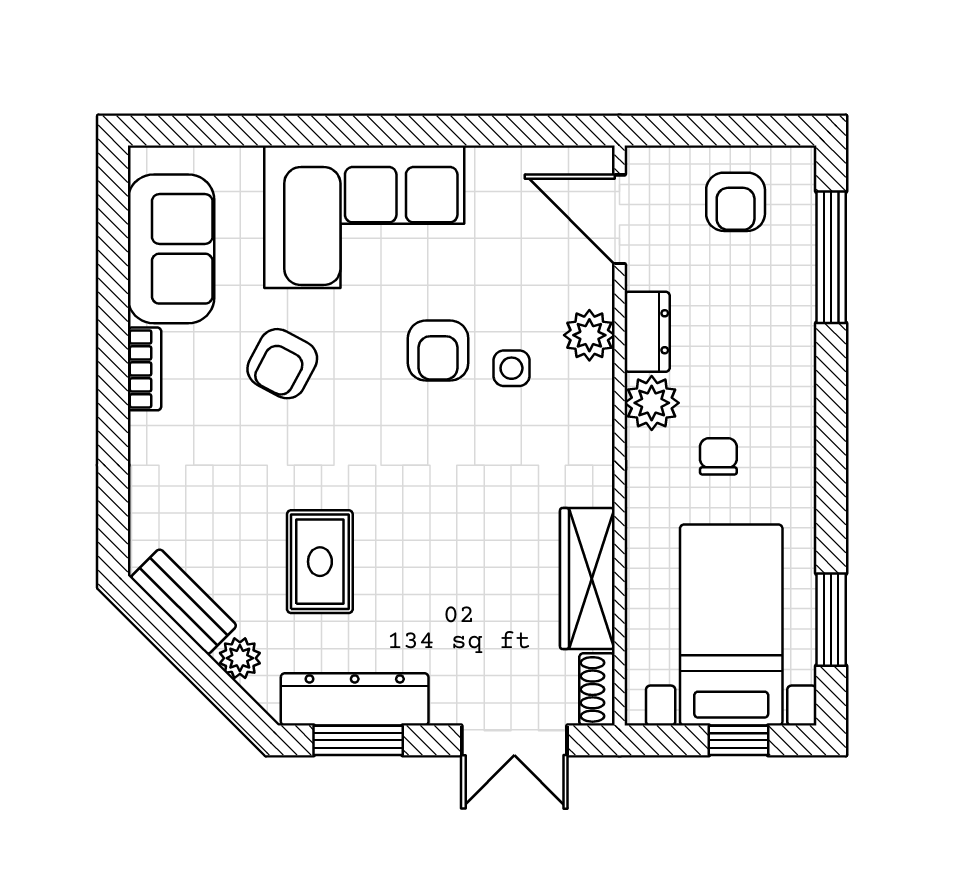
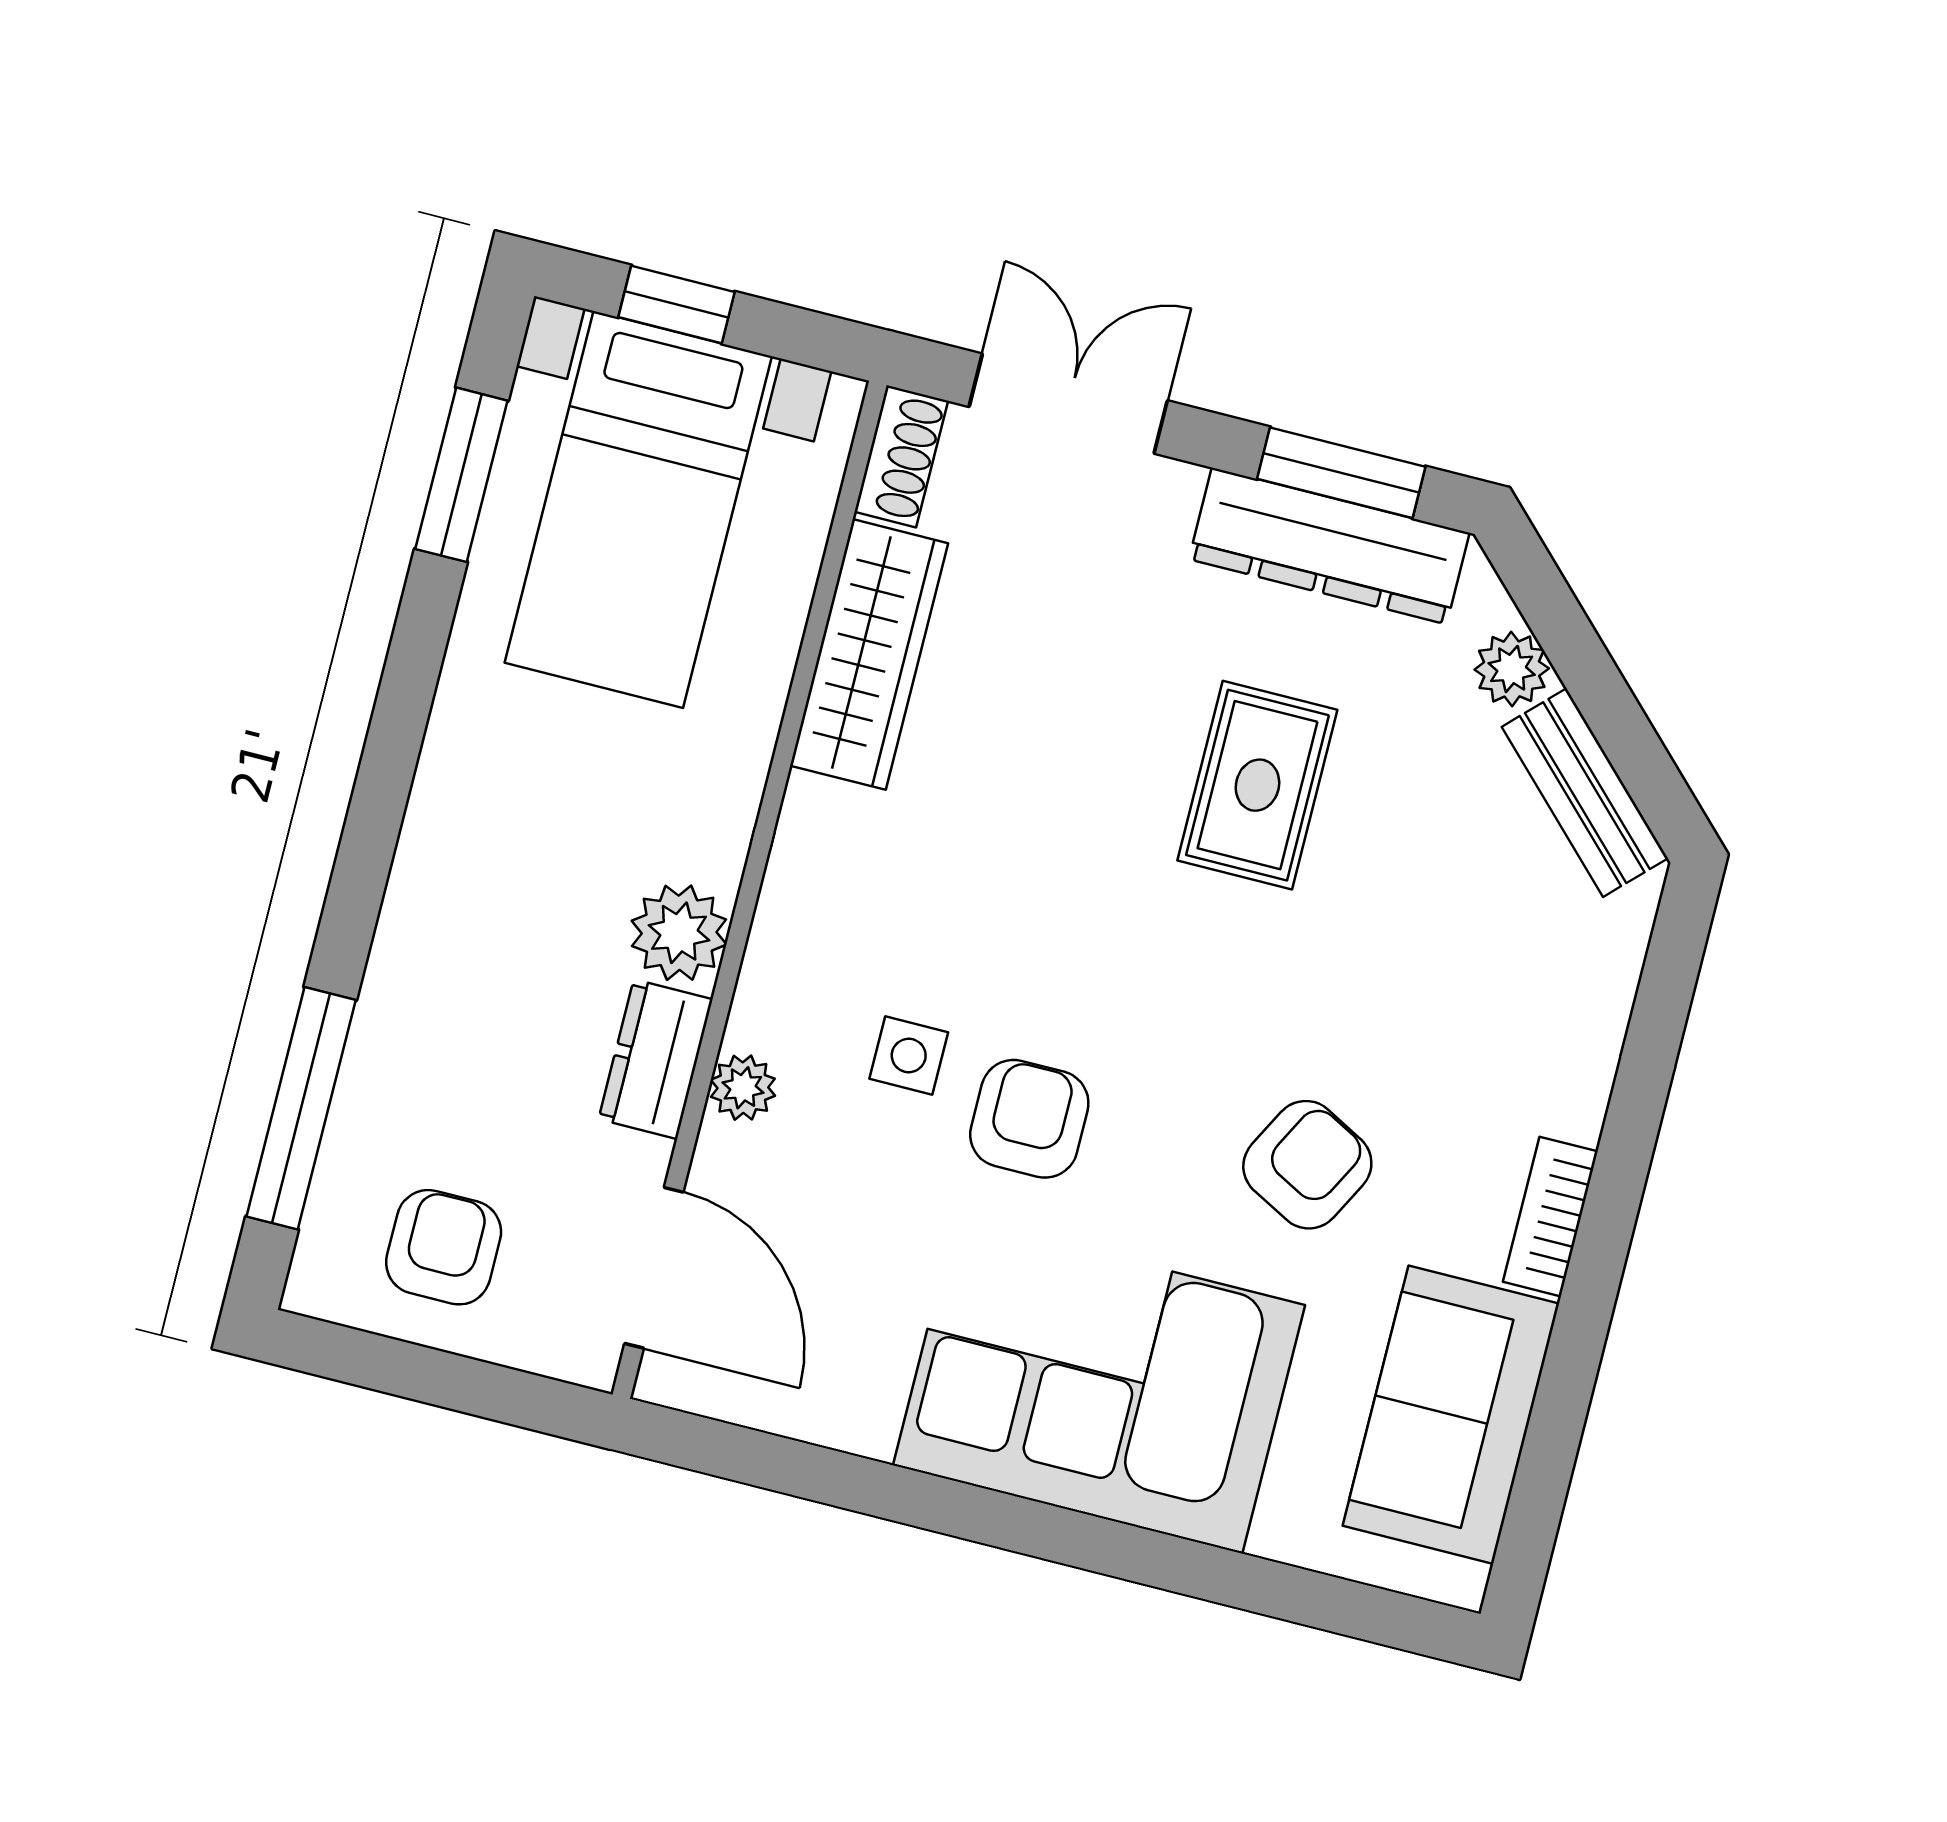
plant: (589, 335) -> (743, 1088), width x0.73, depth x0.73
chair: (718, 456) -> (586, 810), removed
rug: (320, 562) -> (1257, 785), moved

